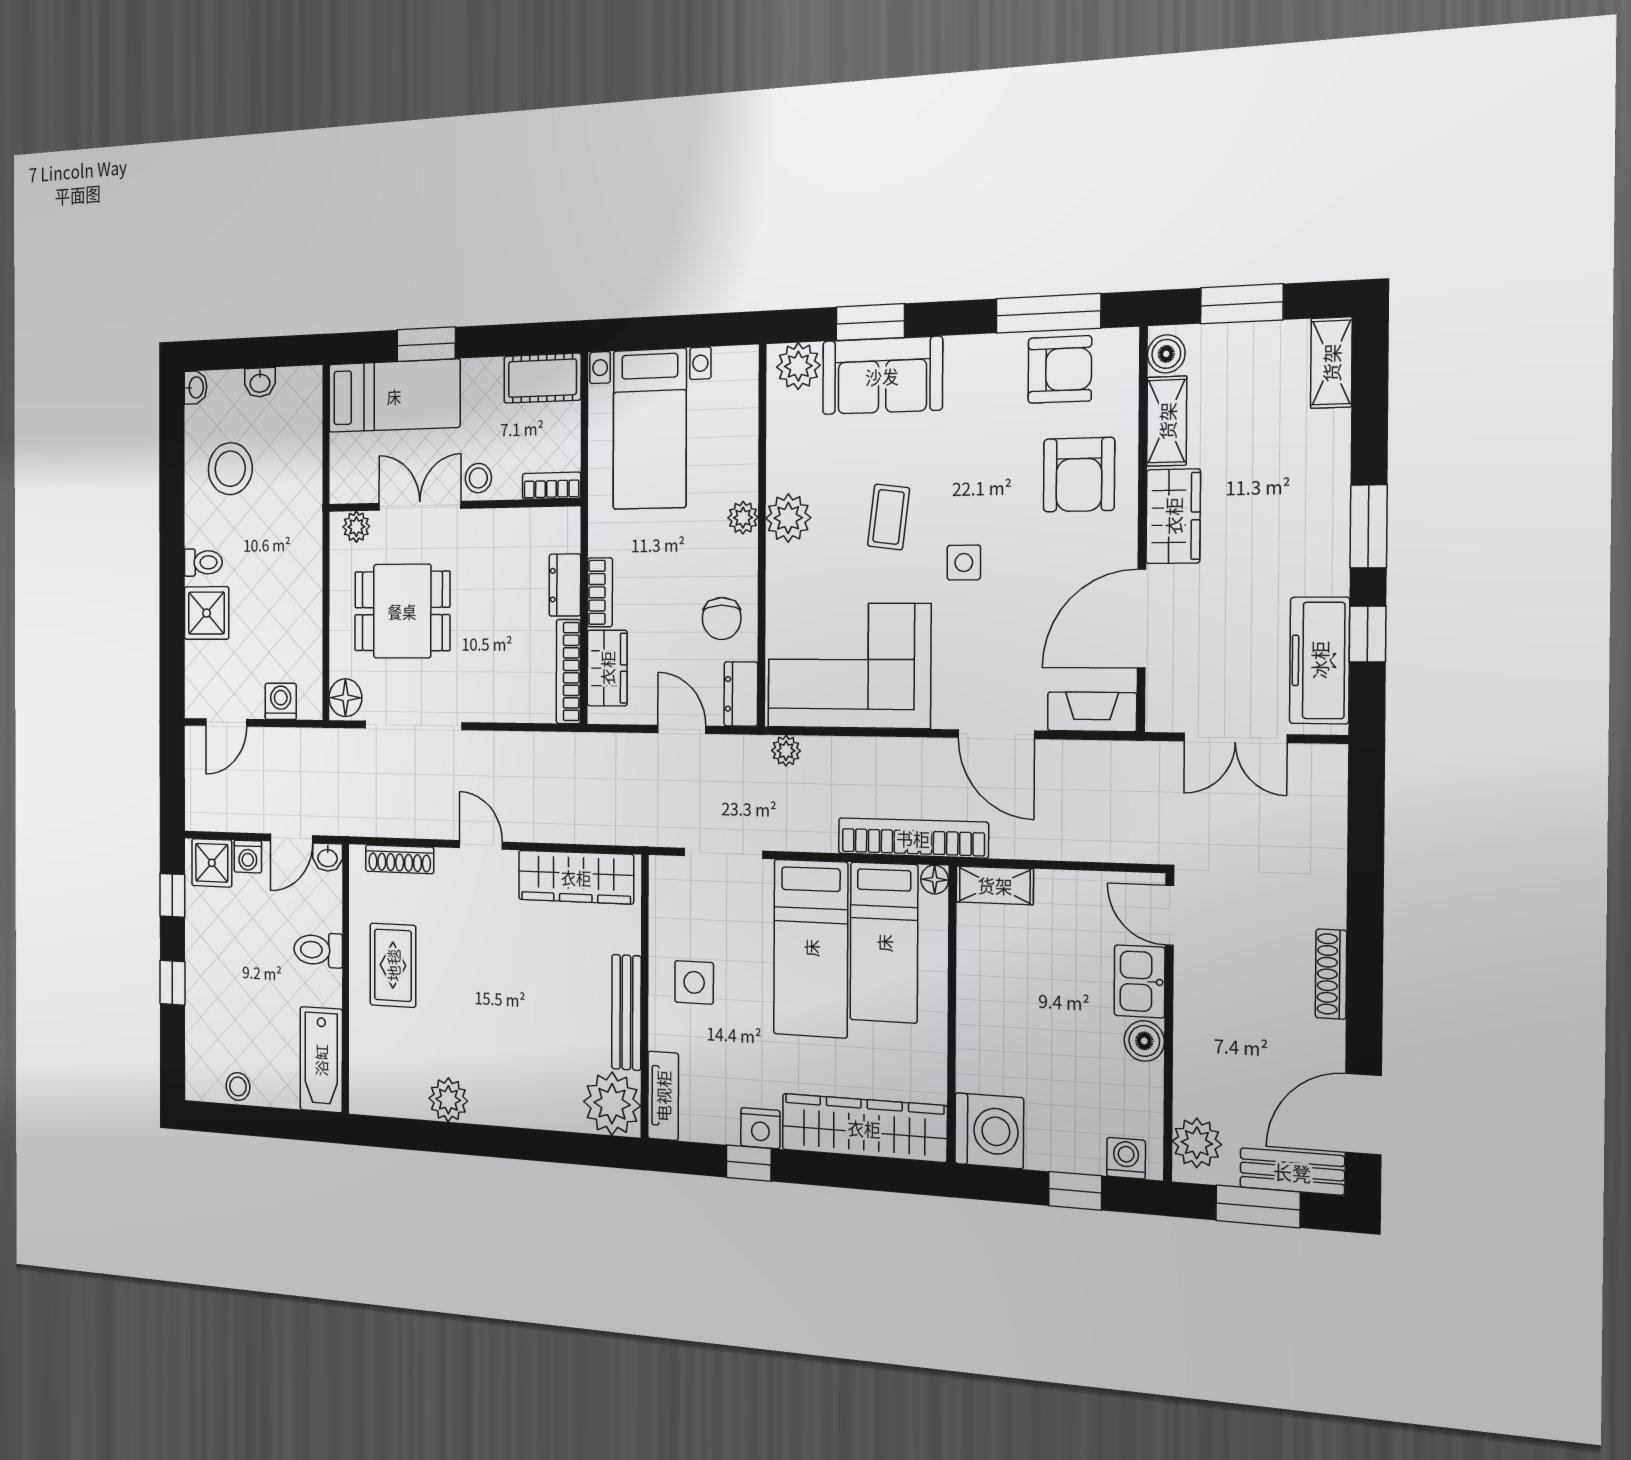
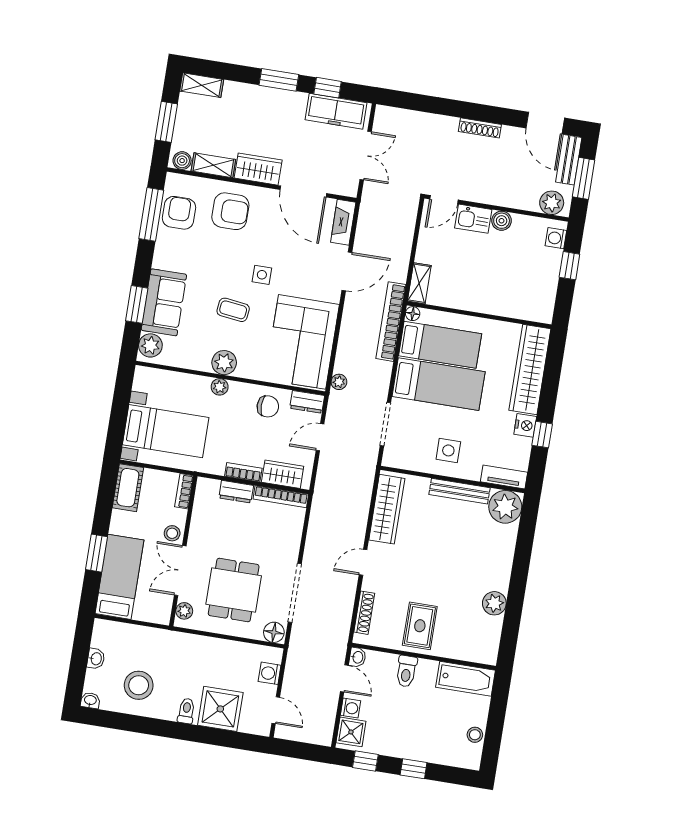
shower: (207, 613) -> (220, 709), width x1.36, depth x1.36
rug: (393, 965) -> (420, 626), turned 90
washing machine: (989, 1131) -> (537, 305), removed

